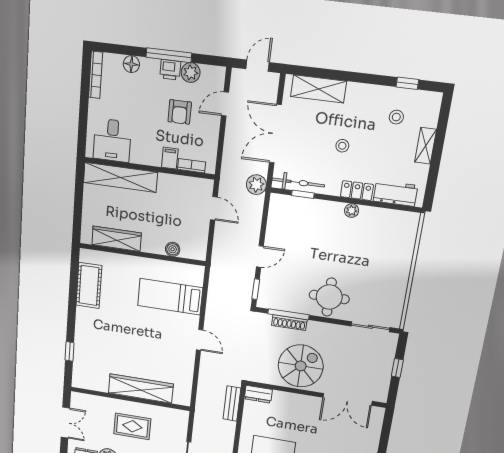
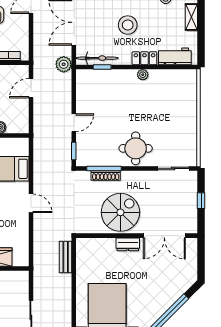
stool: (342, 146) -> (128, 25), width x1.89, depth x1.89
door: (214, 208) -> (31, 88), swing flipped
dresser: (258, 394) -> (128, 244), moved

